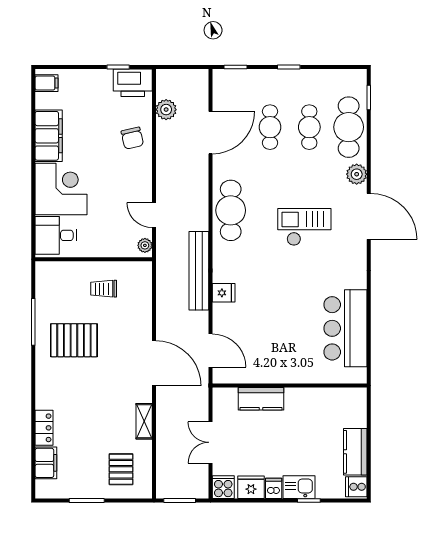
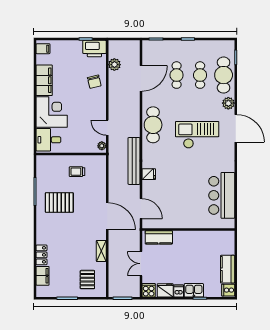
checkout: (304, 227) -> (197, 135), width x1.36, depth x1.21
kitchen counter: (261, 399) -> (159, 237), moved

